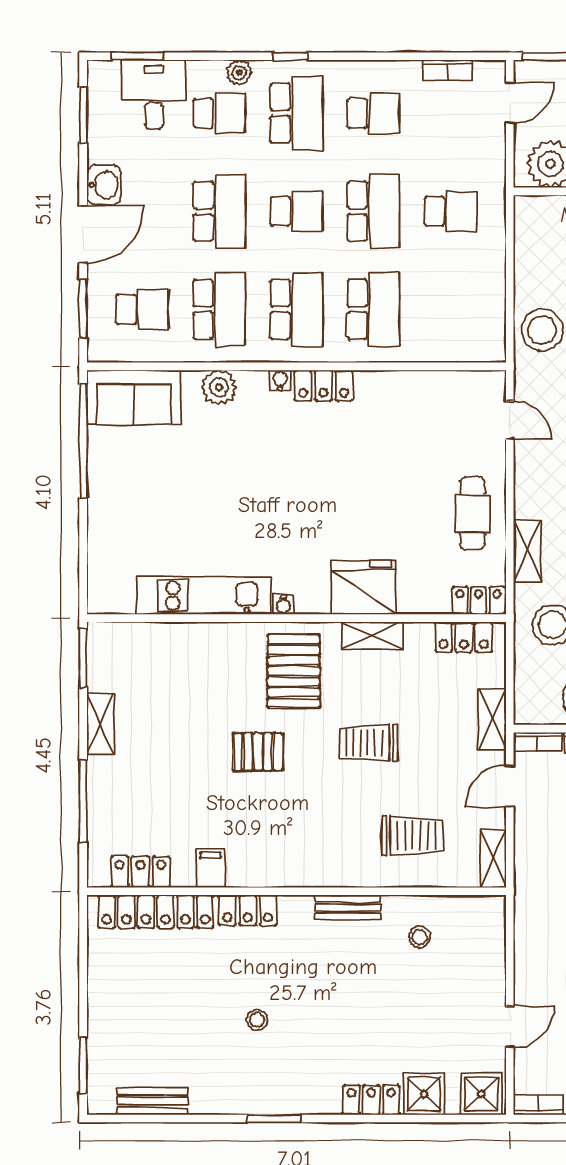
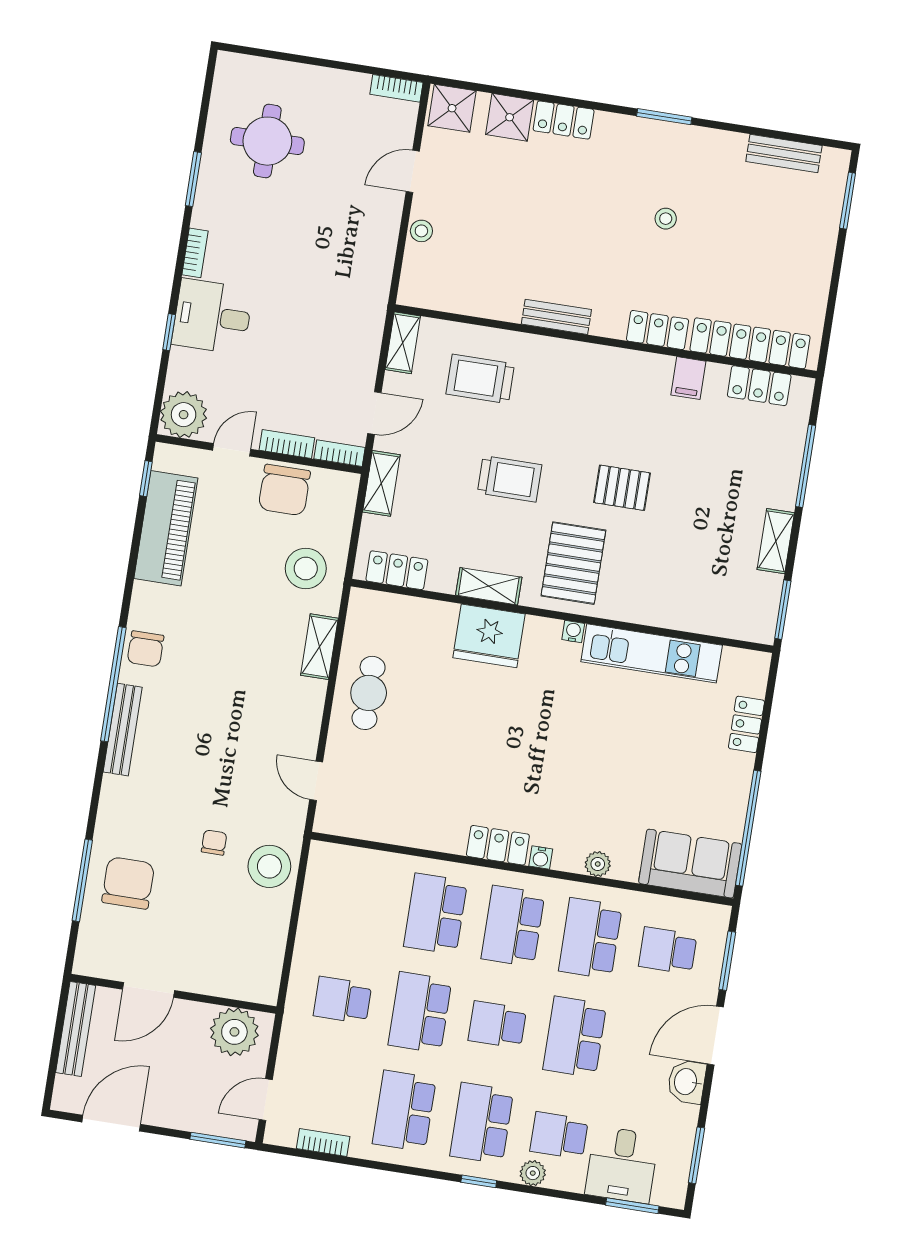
school desk: (373, 113) -> (404, 1111), width x1.85
plant: (219, 387) -> (598, 864), width x0.73, depth x0.73
locker: (478, 600) -> (746, 724), moved, turned 90
stool: (420, 937) -> (421, 231), moved

